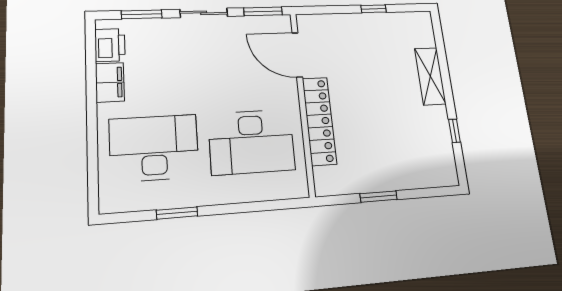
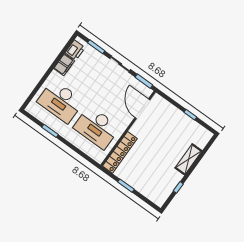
locker: (319, 121) -> (120, 152), moved
desk: (154, 148) -> (60, 101), turned 180

